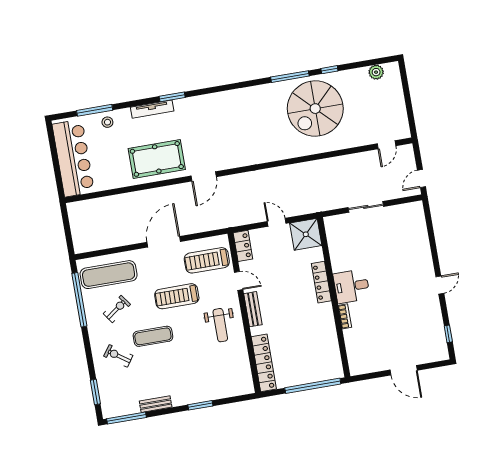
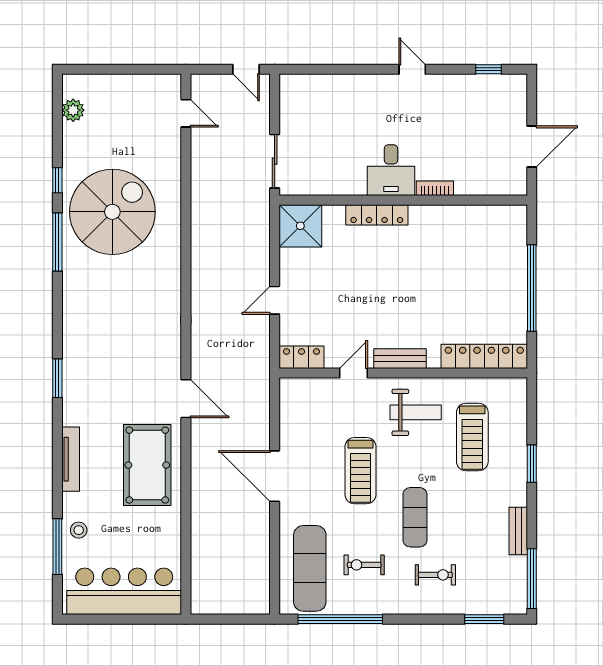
window: (172, 97) -> (57, 378), moved
spiral stairs: (315, 109) -> (112, 212), turned -90
shower: (306, 234) -> (300, 226), moved
treadmill: (207, 260) -> (472, 437), moved
locker: (321, 282) -> (377, 215), moved
desk: (351, 286) -> (391, 170), moved
wall: (334, 297) -> (403, 200), moved
exercise bike: (117, 309) -> (364, 565), turned -54
bookcase: (345, 316) -> (435, 188), moved
exercise bike: (118, 356) -> (435, 575), turned -125

